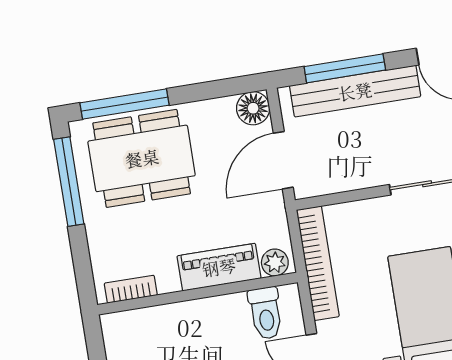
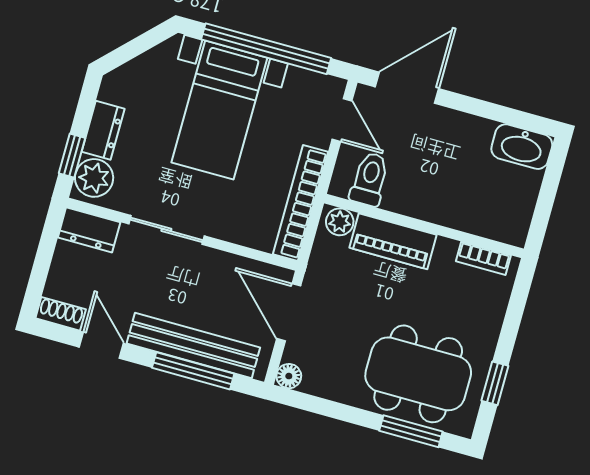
window: (125, 104) -> (411, 431), width x0.69
floor lamp: (253, 108) -> (289, 376), width x0.73, depth x0.73
door: (283, 160) -> (289, 312), swing flipped
window: (69, 182) -> (495, 383), width x0.46

